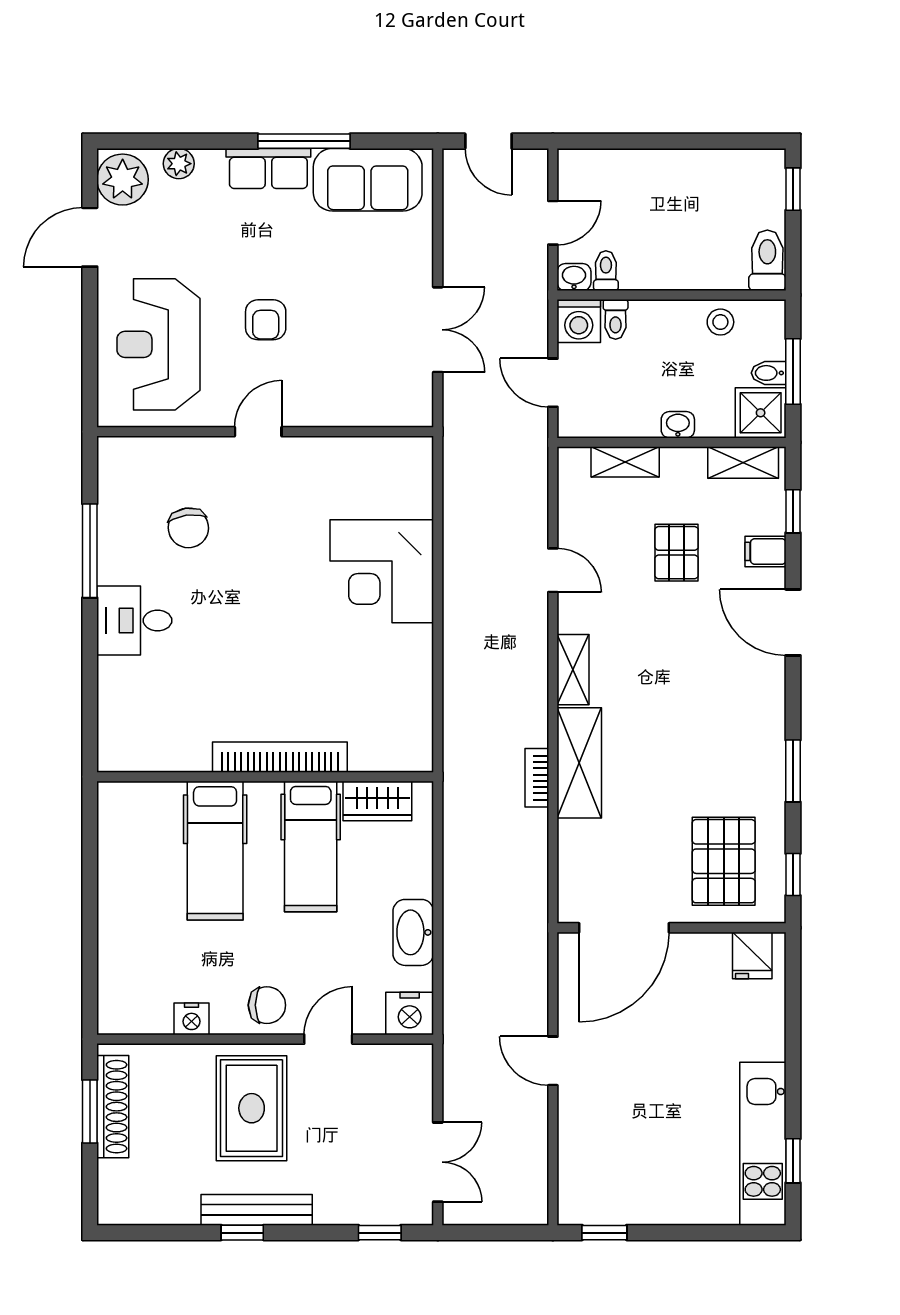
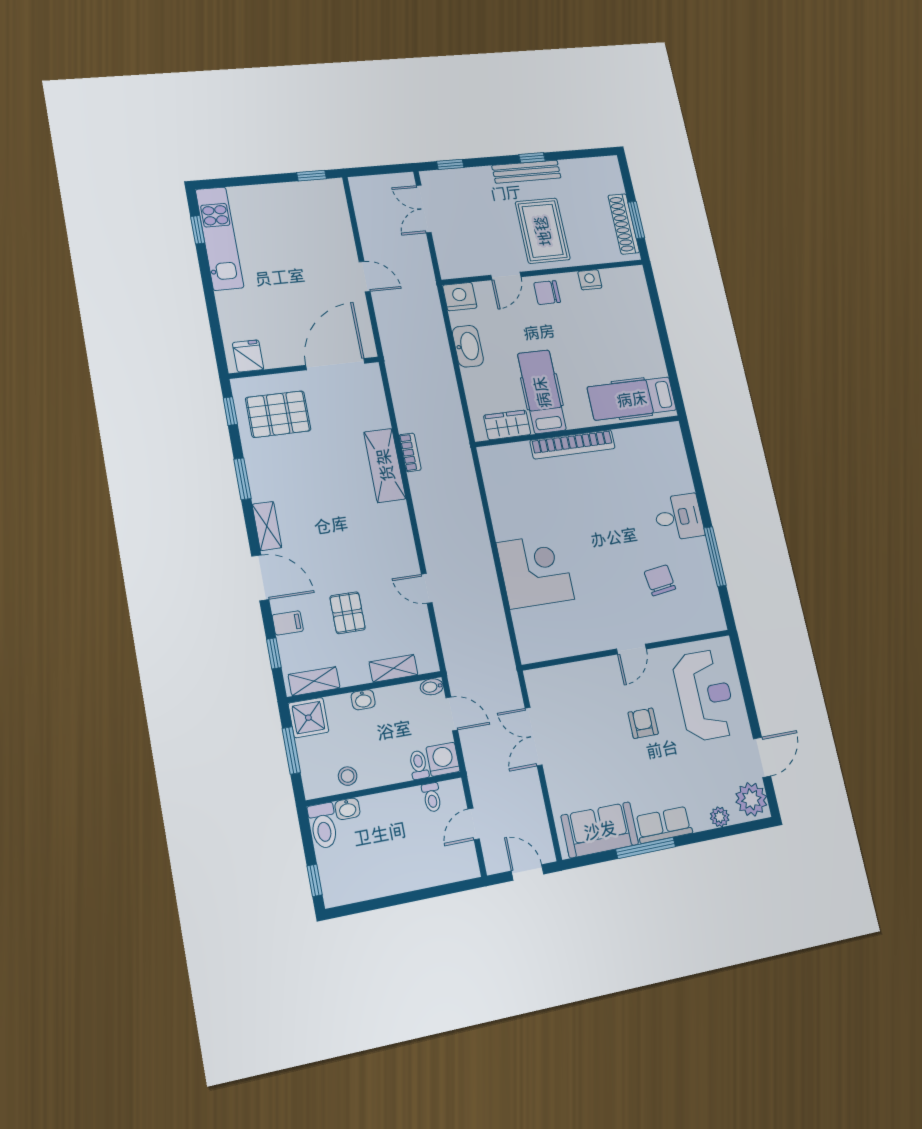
washbasin: (574, 277) -> (347, 809), moved
bidet: (769, 373) -> (432, 687), moved, turned 180
shelving: (573, 670) -> (267, 526), moved
hospital bed: (215, 851) -> (632, 399), moved, turned -90
pallet: (724, 861) -> (278, 414), turned 90

